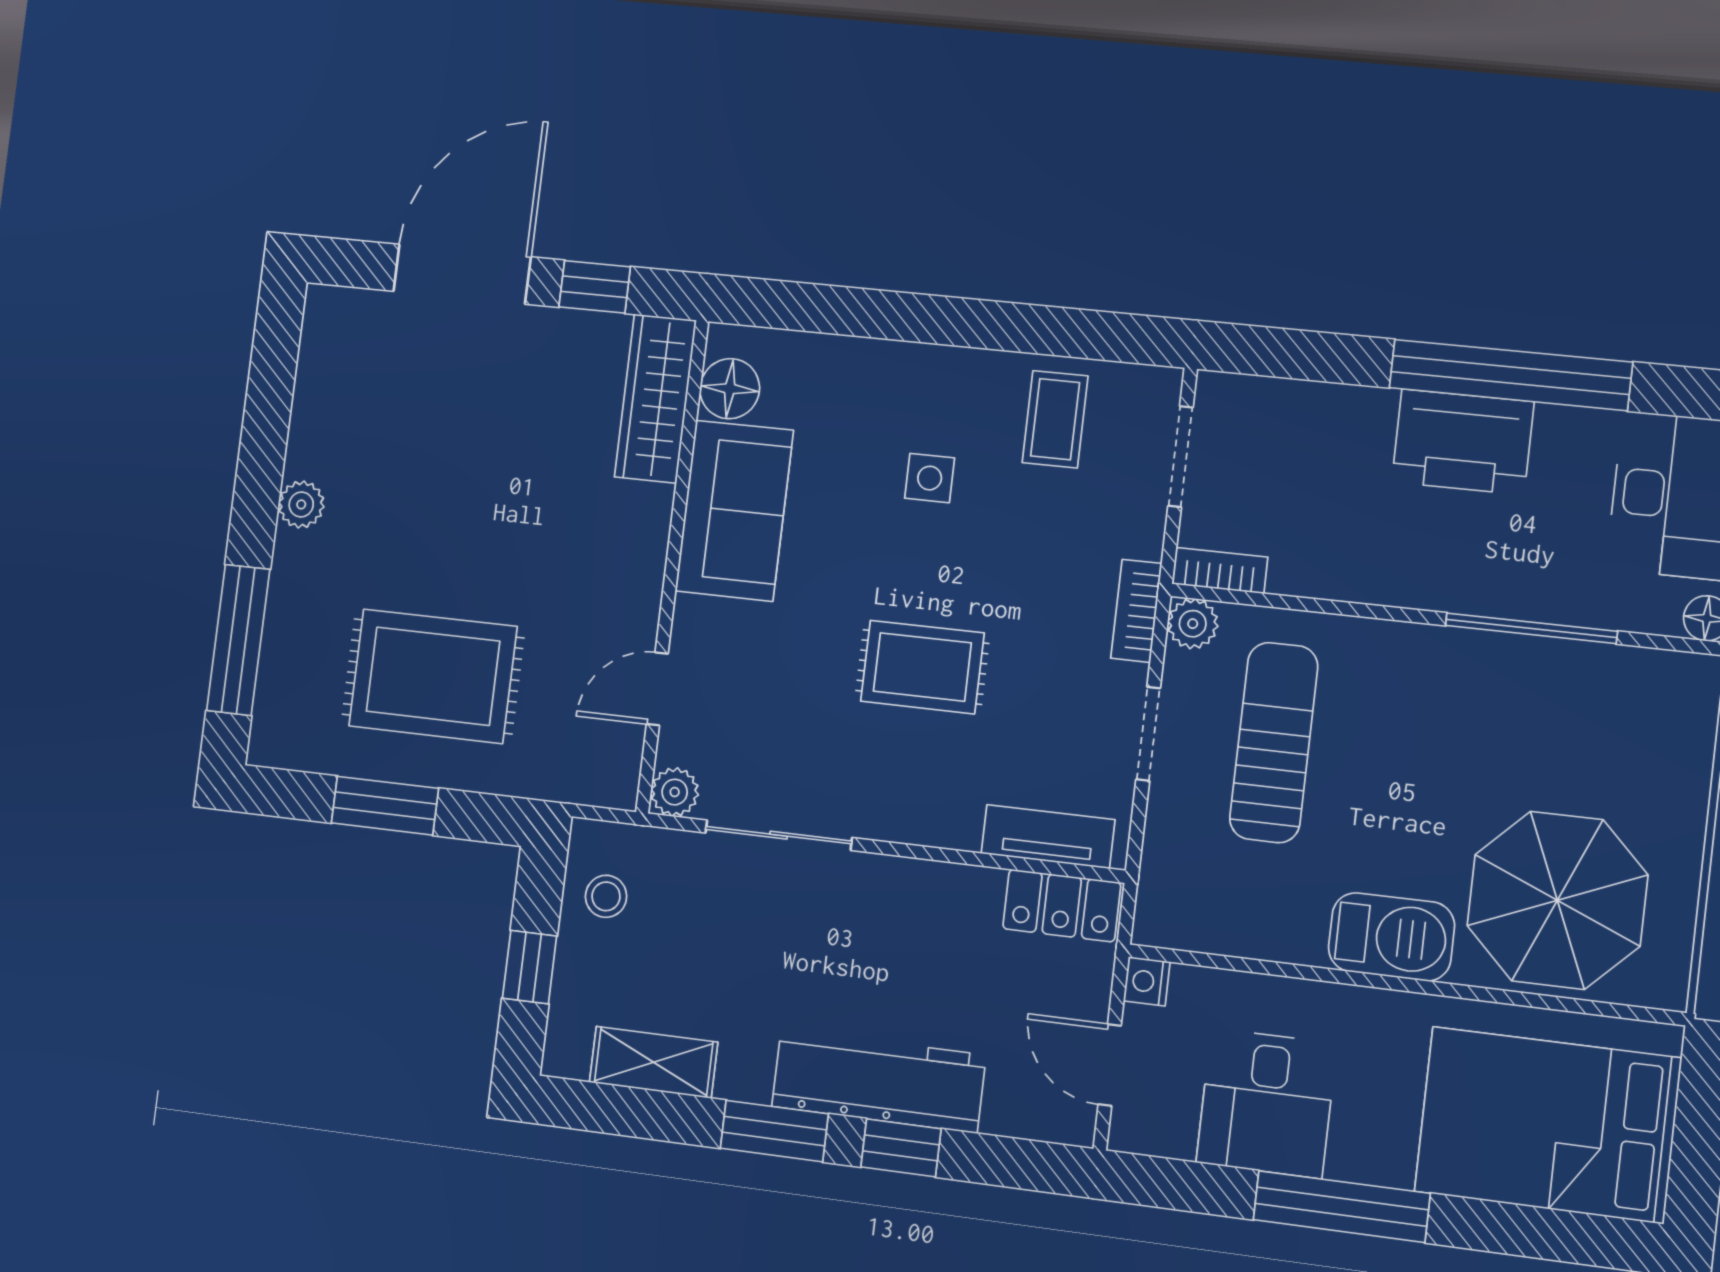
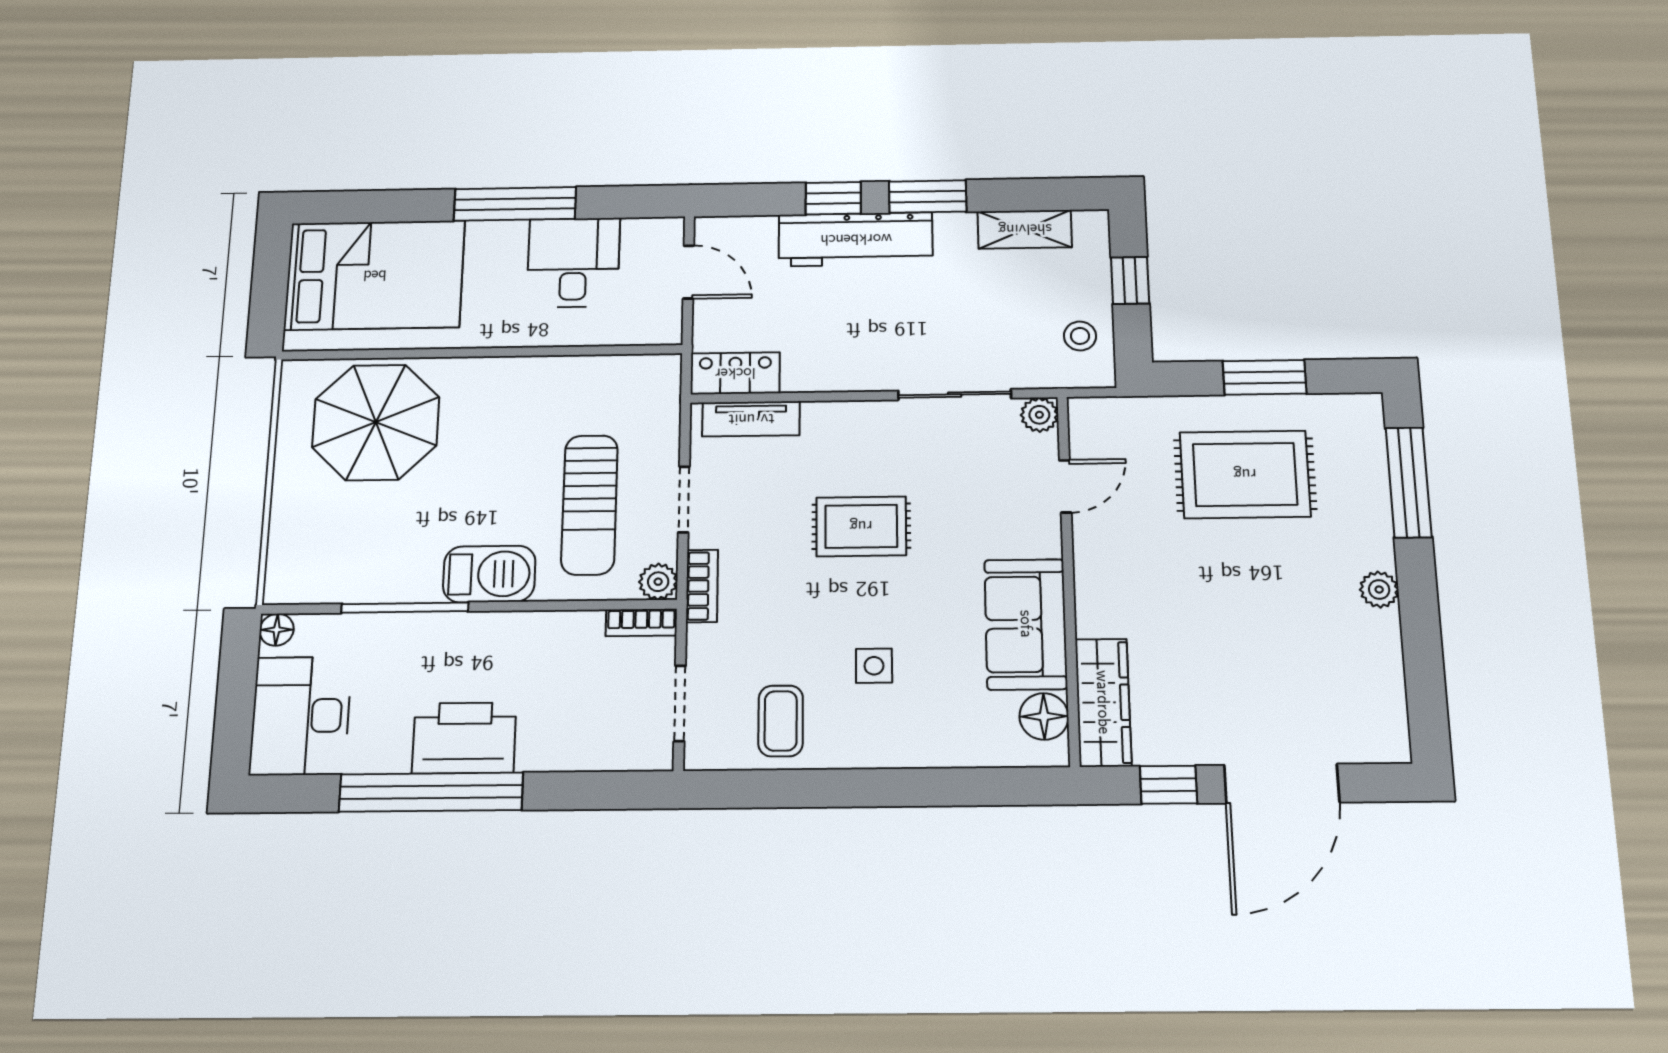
barbecue: (1391, 937) -> (489, 574), moved, turned 180
nightstand: (1147, 981) -> (667, 330), removed

